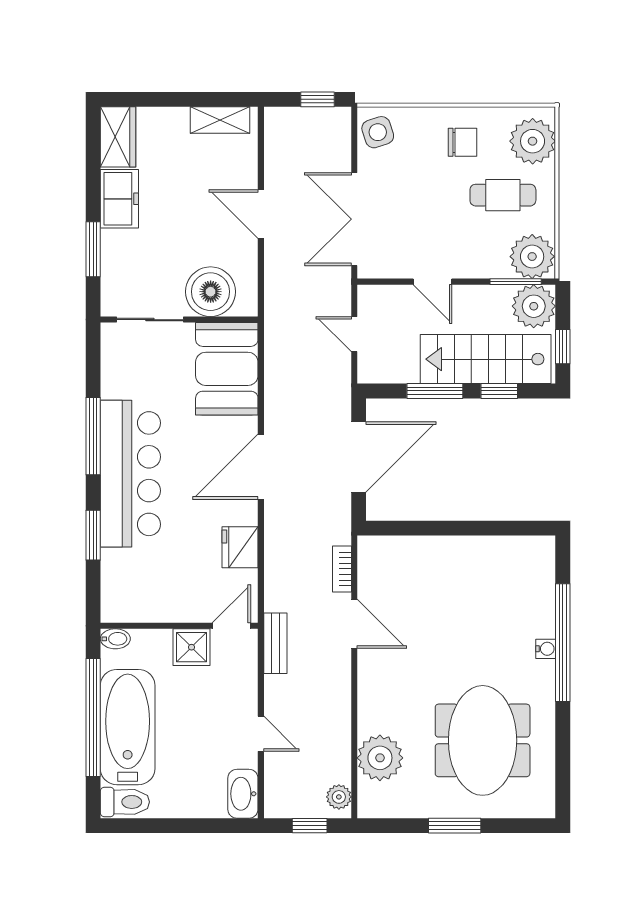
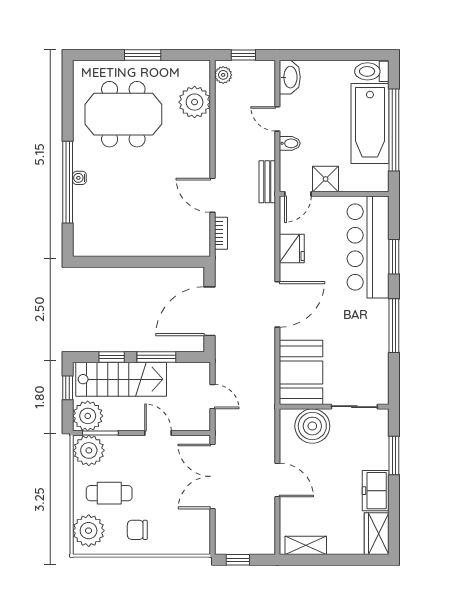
side table: (378, 132) -> (196, 537), removed
double door: (354, 219) -> (212, 476), swing flipped
bar counter: (130, 474) -> (368, 247), moved
bidet: (115, 639) -> (290, 143), moved, turned 180
meeting table: (483, 740) -> (123, 114), turned 90

